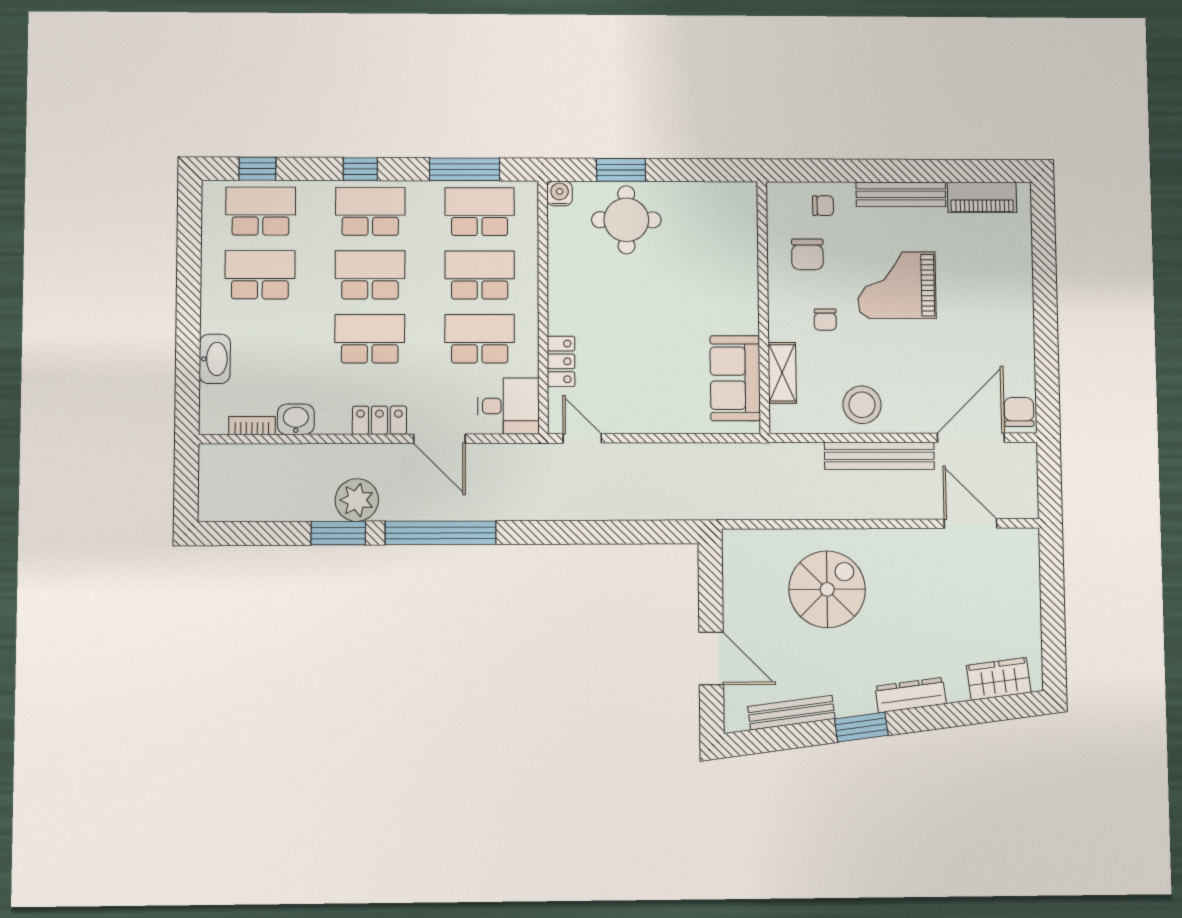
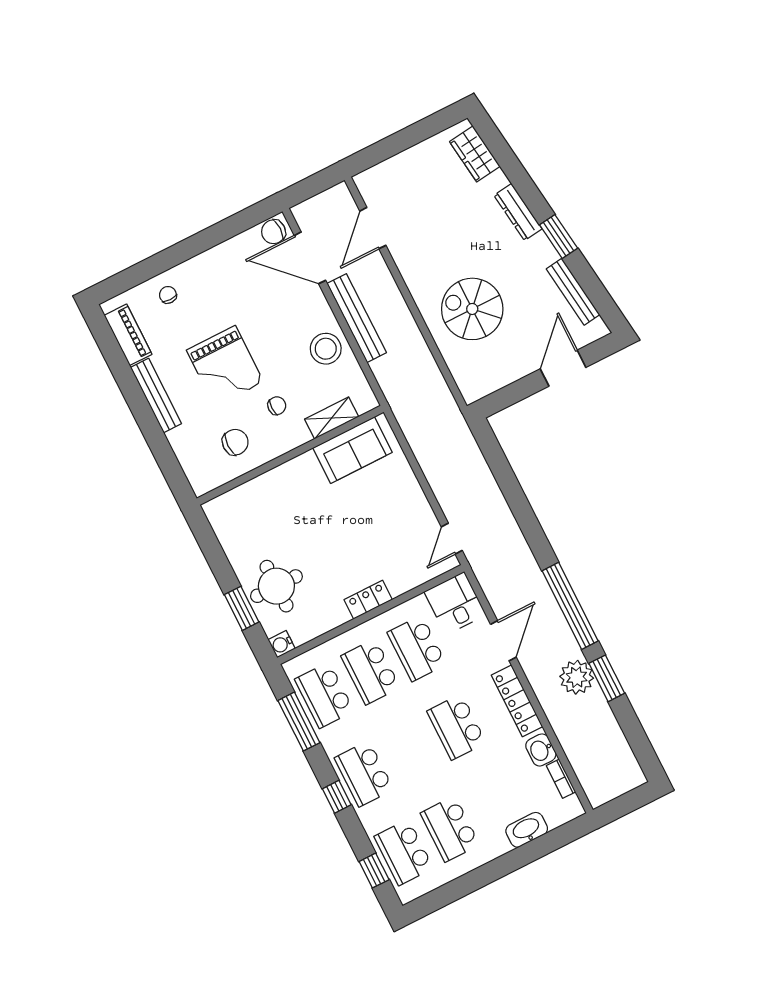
chair: (823, 206) -> (168, 295), moved
school desk: (370, 275) -> (410, 750), removed
locker: (561, 361) -> (368, 600), moved
locker: (379, 420) -> (517, 701), width x1.53

